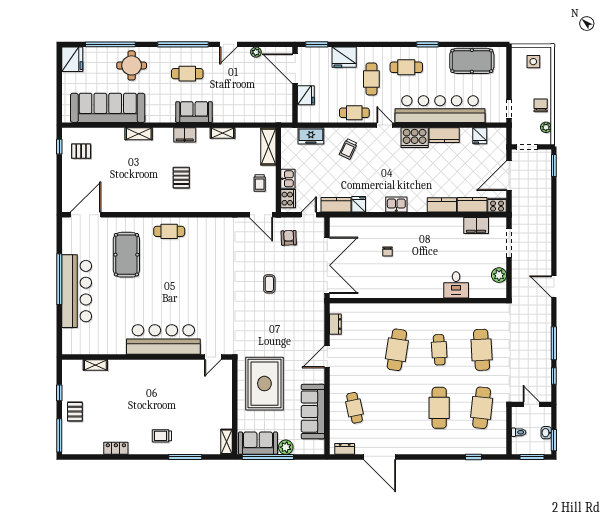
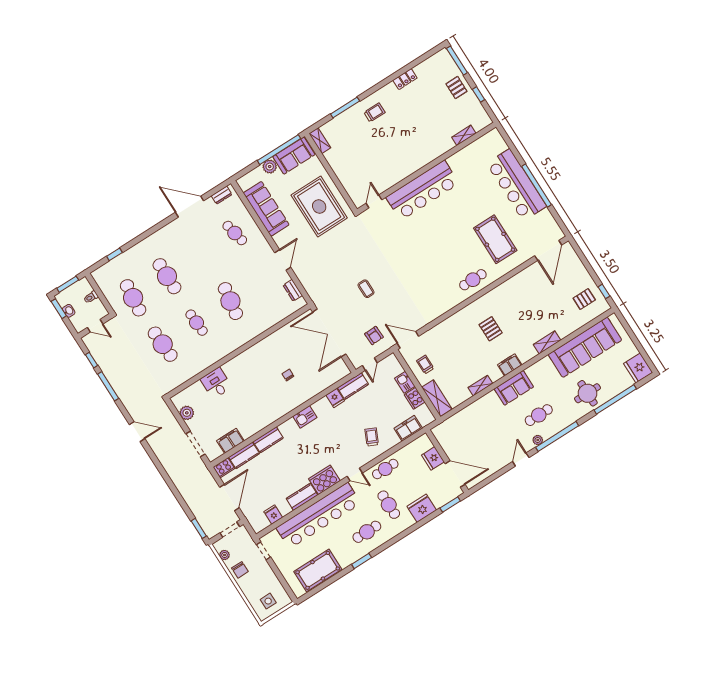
plant: (256, 52) -> (538, 440), moved
cooker: (288, 199) -> (415, 398), moved

